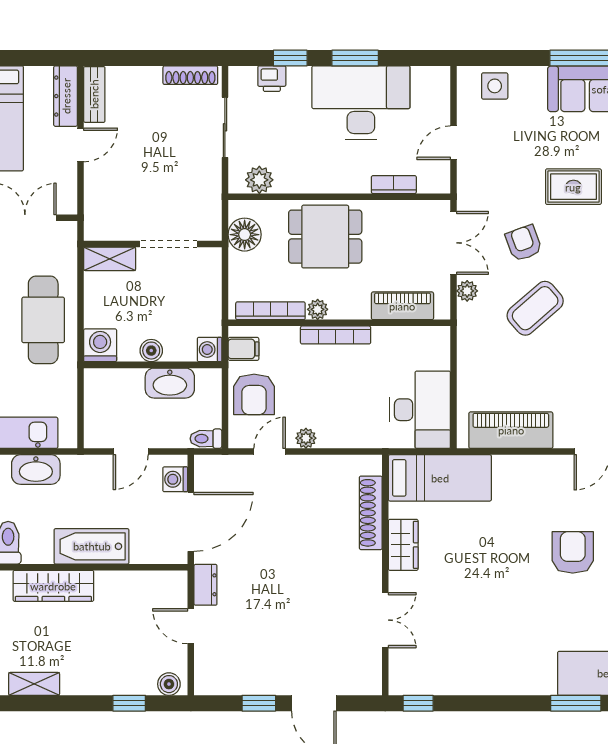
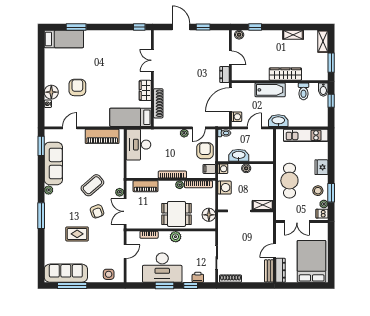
plant: (259, 180) -> (176, 237), moved
washing machine: (100, 345) -> (224, 188), moved, turned -90
washbasin: (36, 470) -> (278, 121), moved
armchair: (573, 552) -> (77, 87), turned 180

